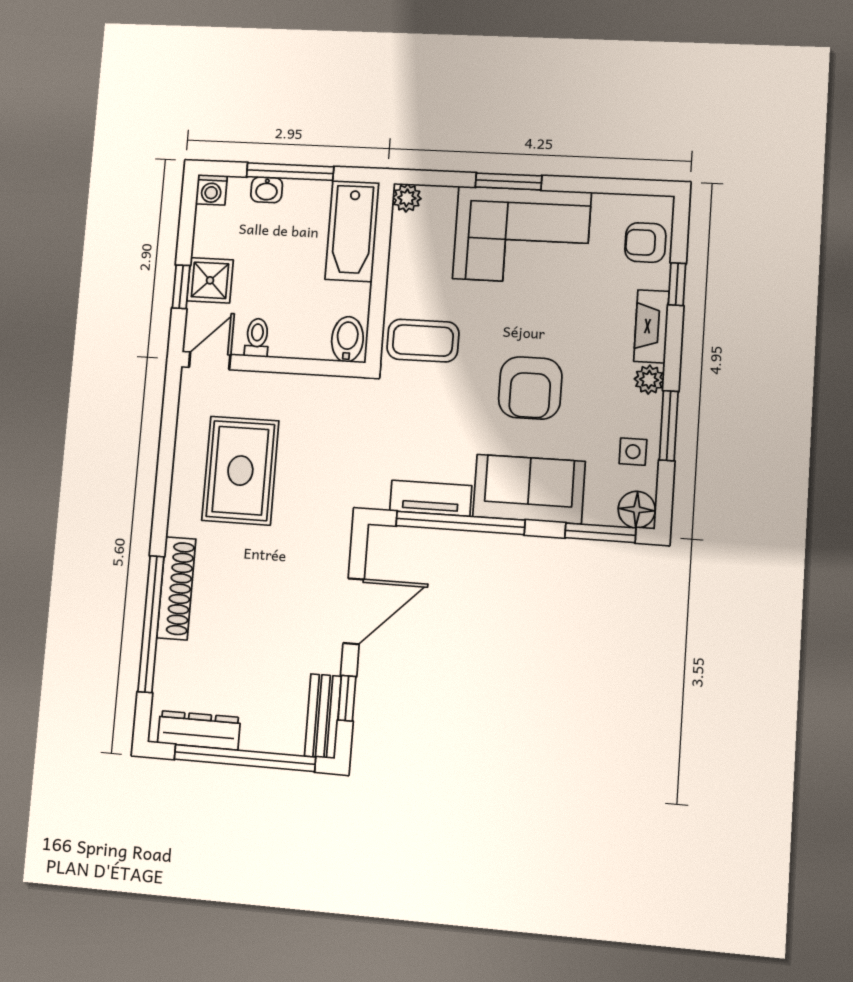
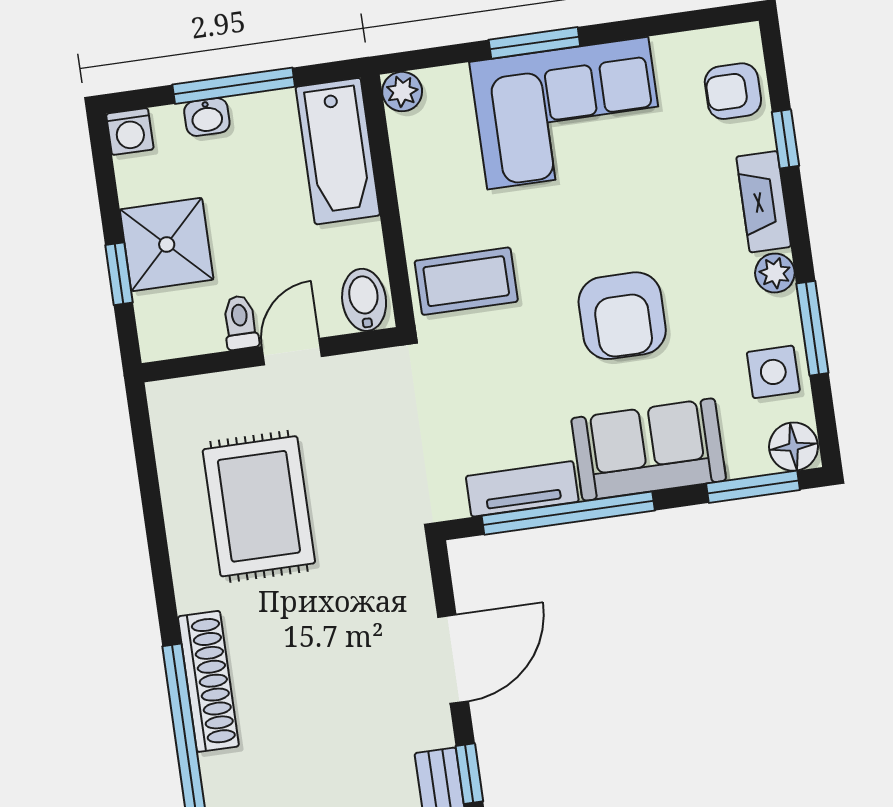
shower: (210, 280) -> (167, 245), width x1.36, depth x1.36
door: (210, 361) -> (292, 352), moved
side table: (633, 452) -> (773, 372), width x1.37, depth x1.37

